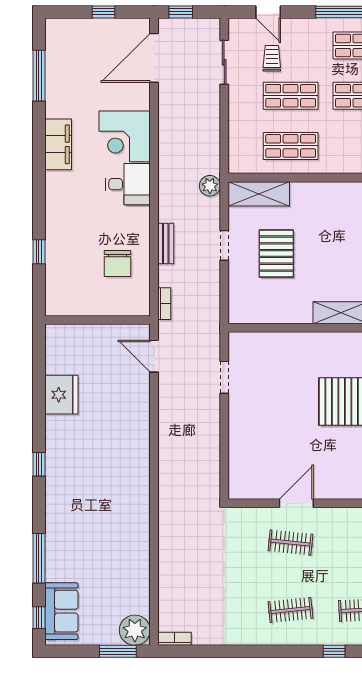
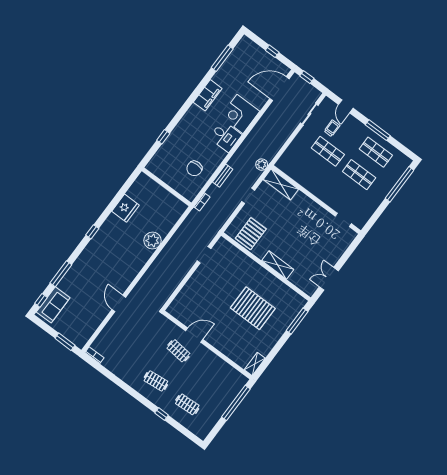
shop shelf: (291, 146) -> (311, 174), removed
pallet: (276, 254) -> (251, 234), moved
door: (154, 356) -> (119, 303), moved
plant: (135, 630) -> (152, 241), moved

